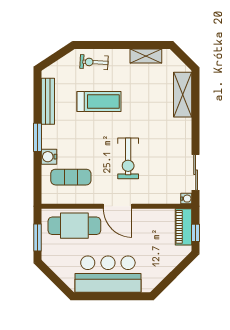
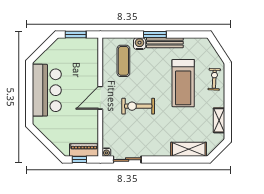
bench: (48, 101) -> (165, 43), moved
treadmill: (99, 101) -> (183, 83), width x1.37, depth x1.38
cafe table: (74, 226) -> (85, 64), removed

